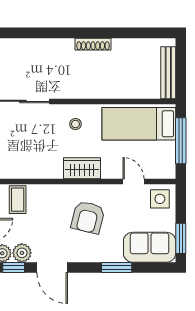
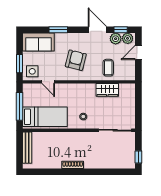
wardrobe: (82, 168) -> (107, 90), moved
coffee table: (18, 200) -> (108, 68), moved
window: (181, 238) -> (20, 64), moved

